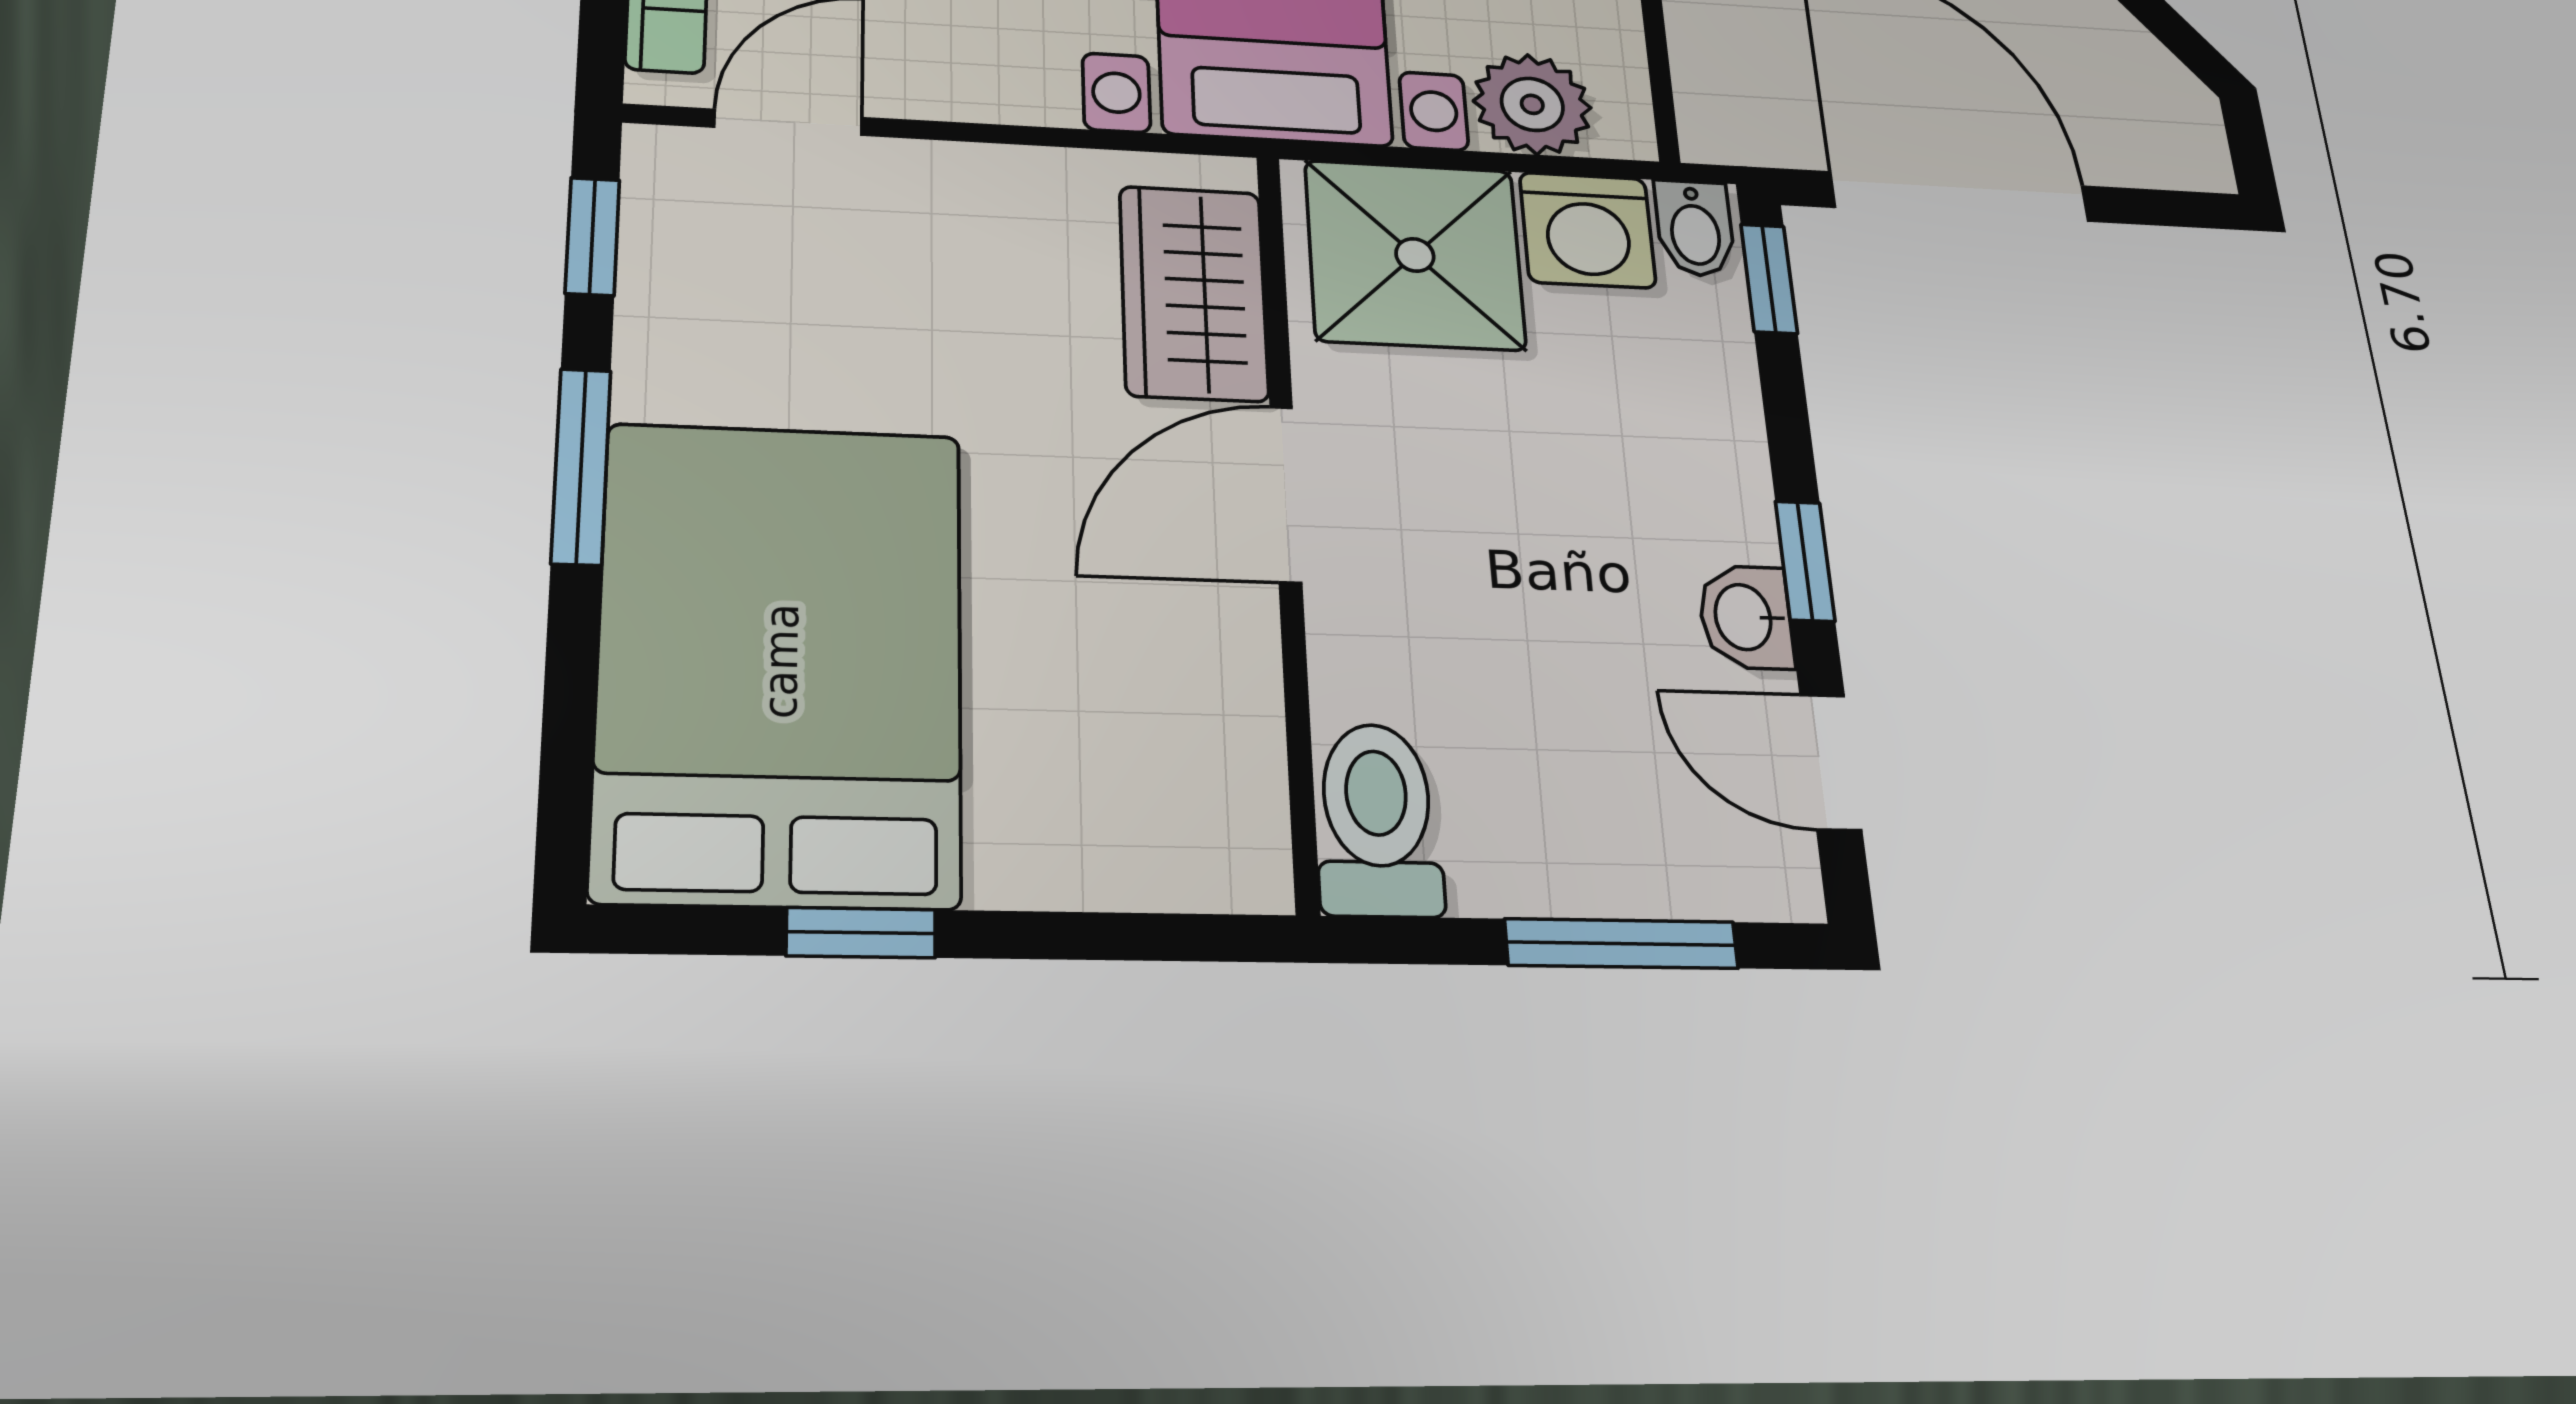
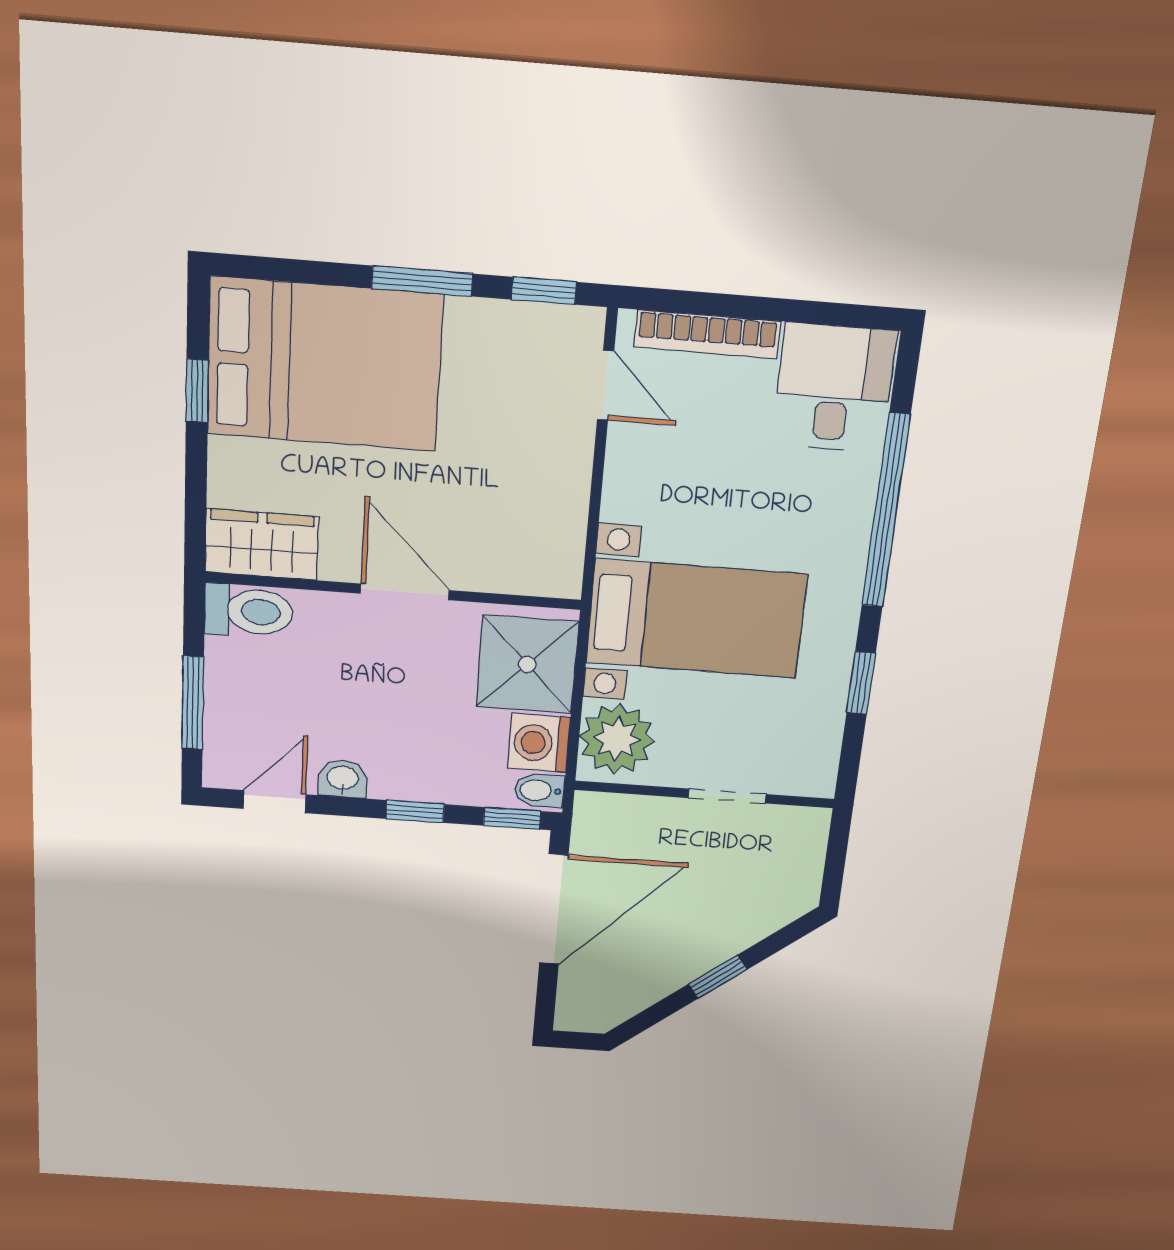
plant: (1532, 104) -> (617, 739), width x1.36, depth x1.36
wardrobe: (1194, 293) -> (262, 545), moved
window: (1805, 561) -> (415, 812), moved

